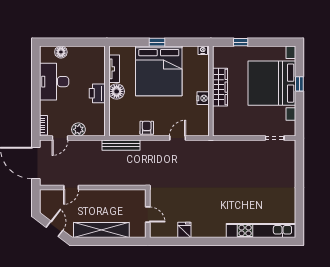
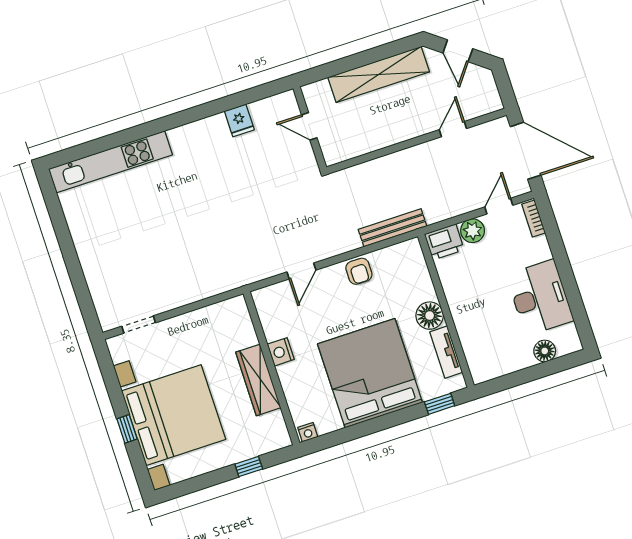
window: (157, 42) -> (440, 404), moved
printer: (97, 93) -> (444, 242), moved, turned 90

